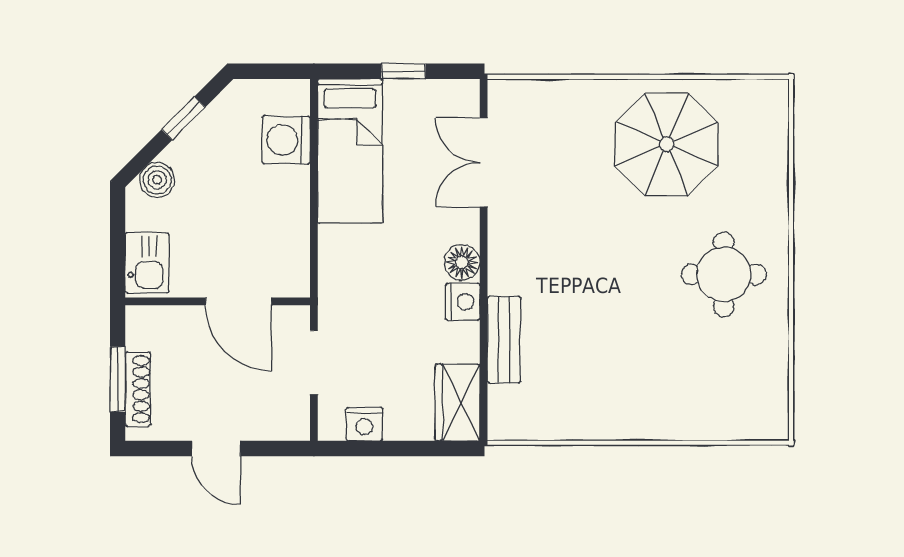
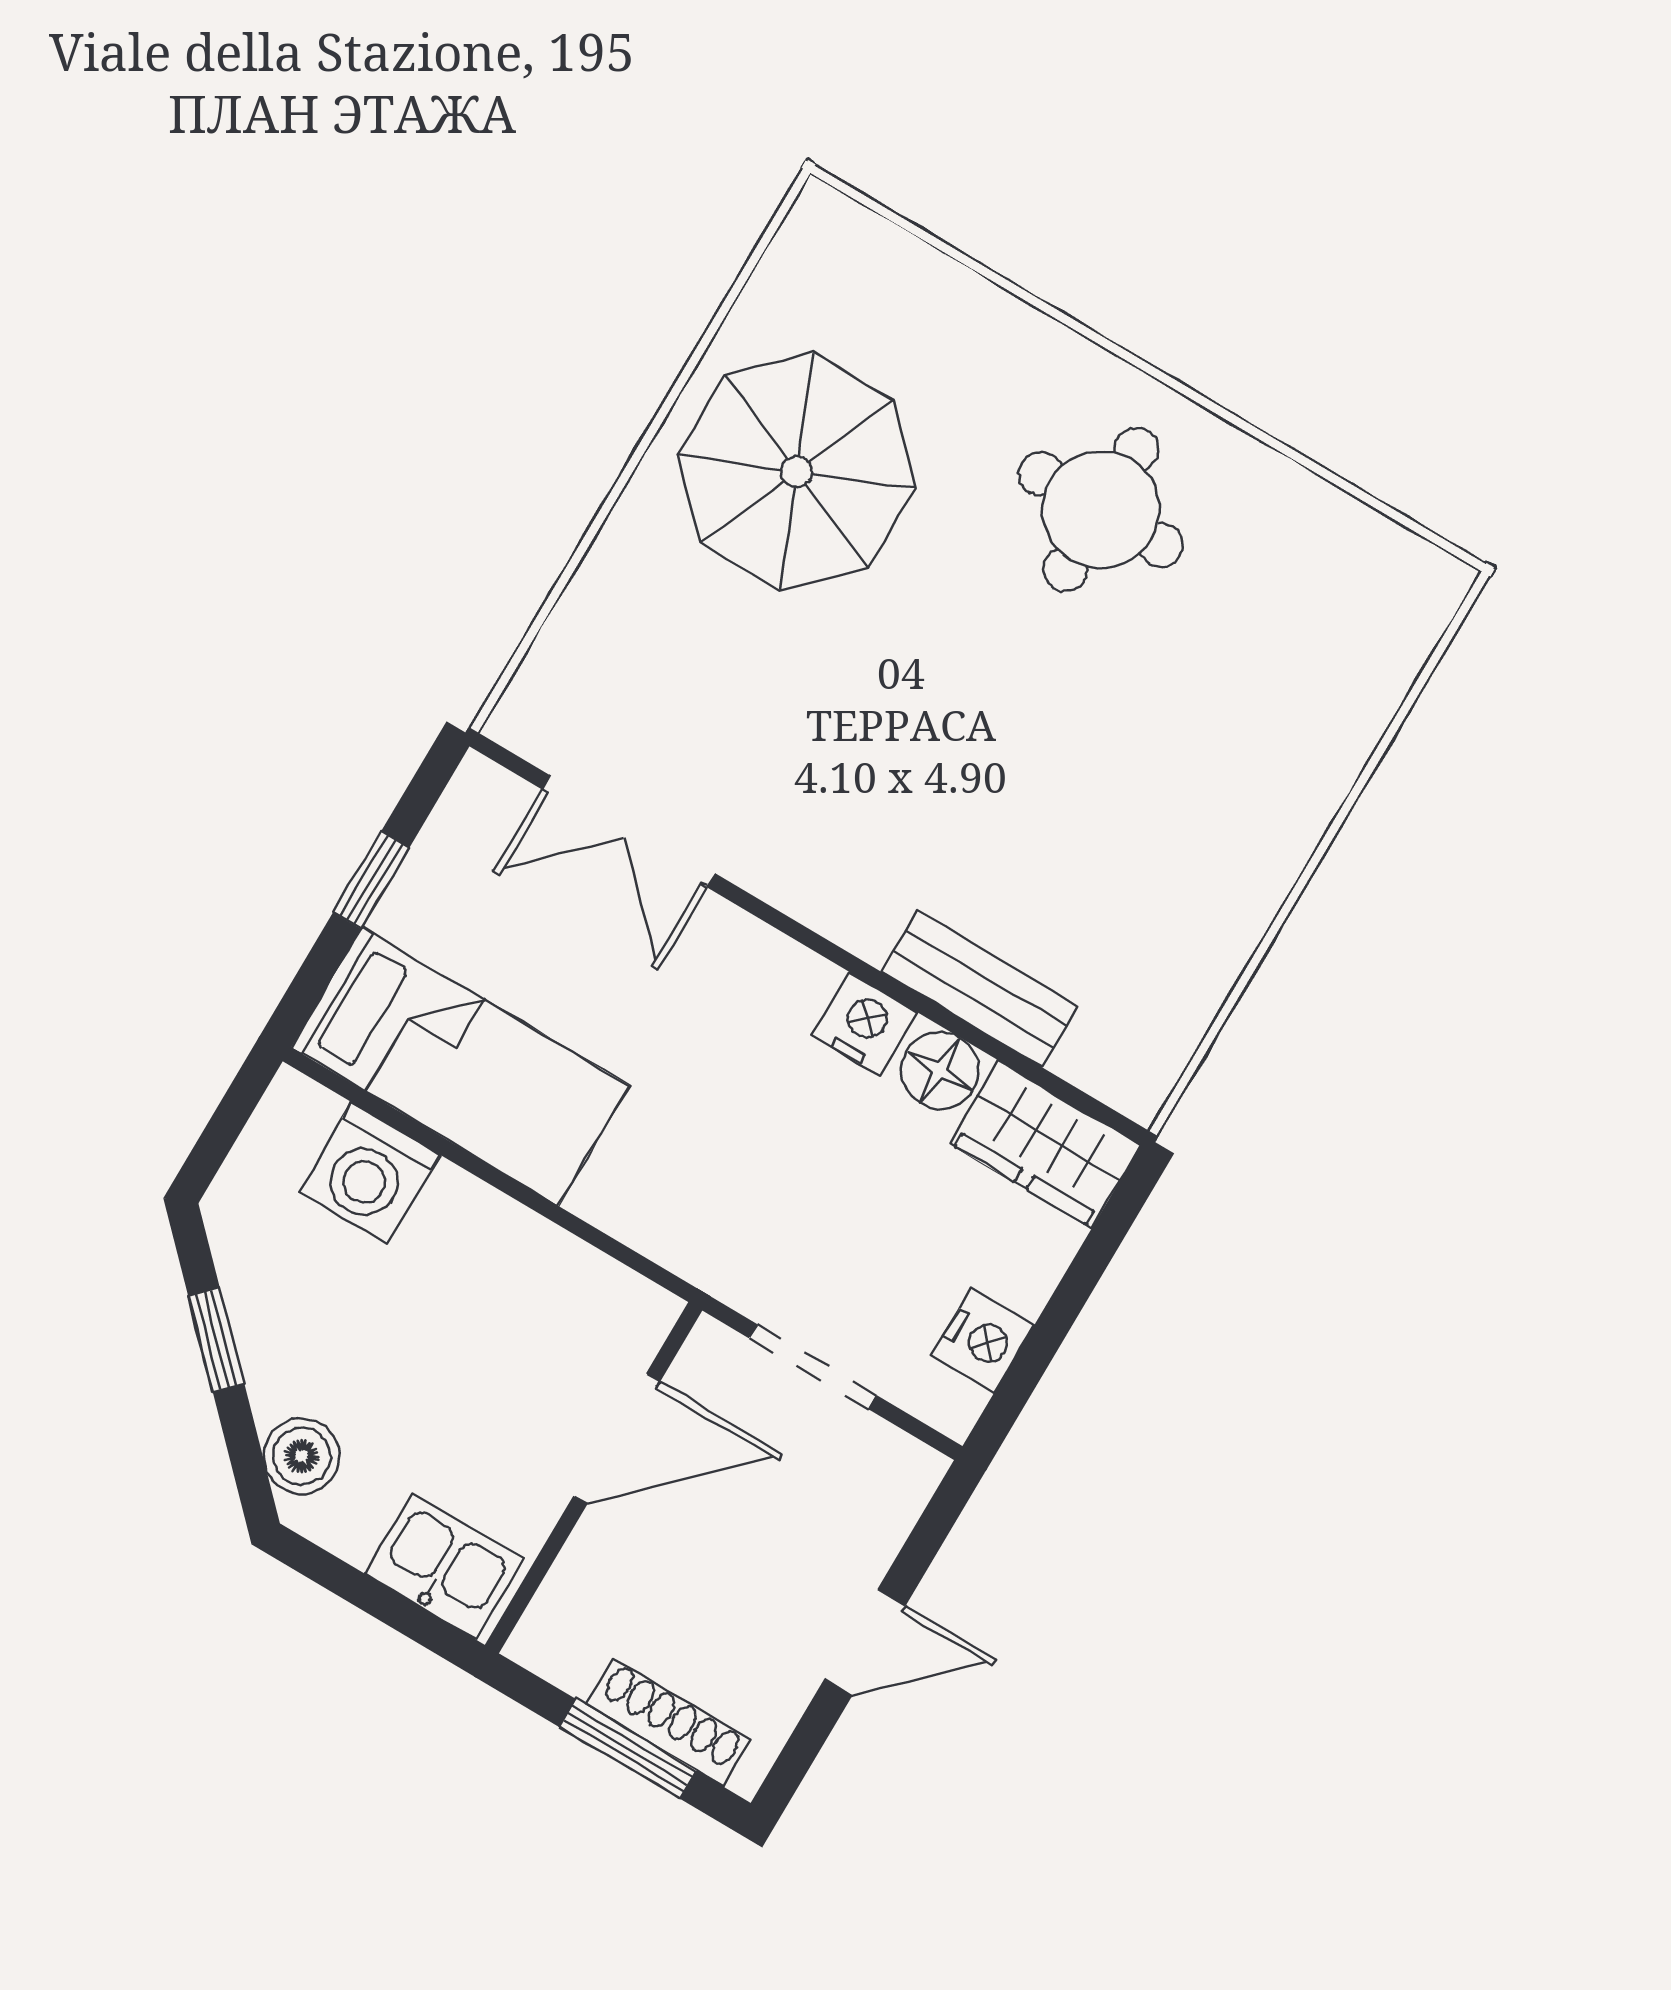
floor lamp: (462, 262) -> (940, 1070), moved

